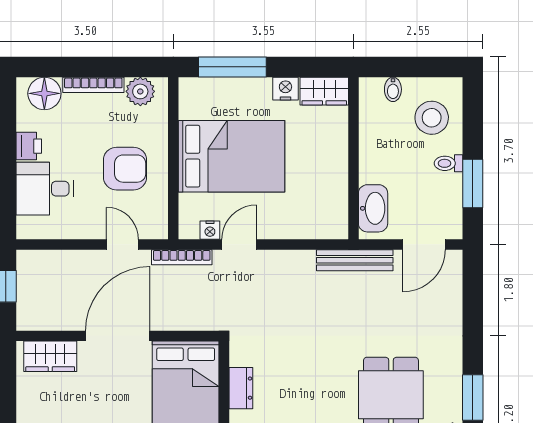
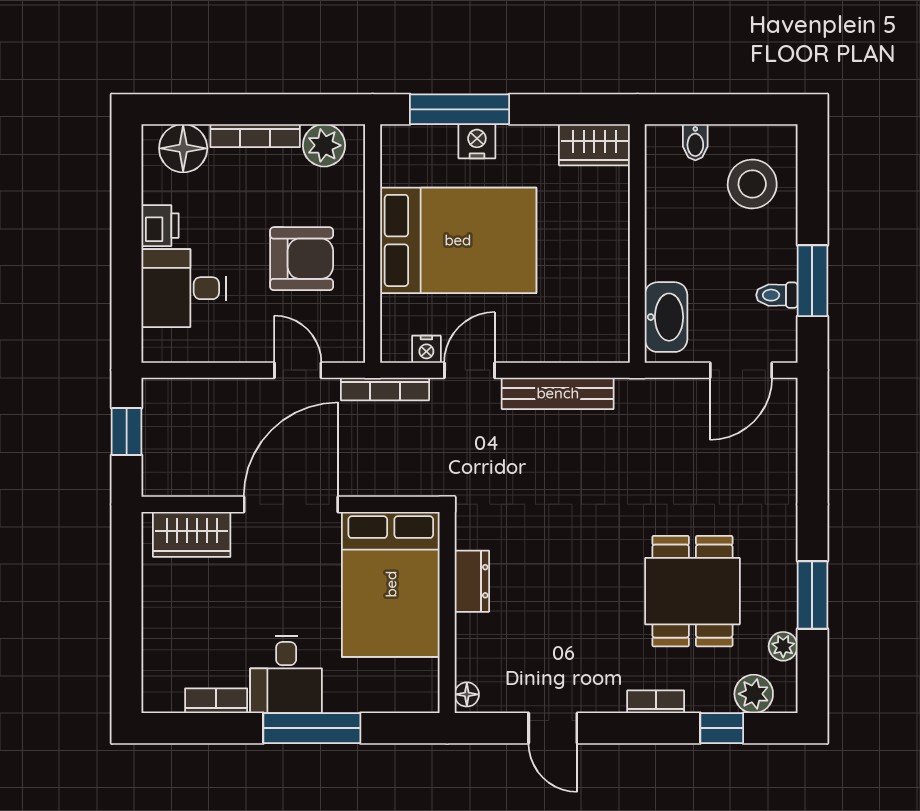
nightstand: (285, 89) -> (477, 141), moved
toilet: (448, 163) -> (777, 295), moved
bench: (355, 260) -> (558, 393), moved

